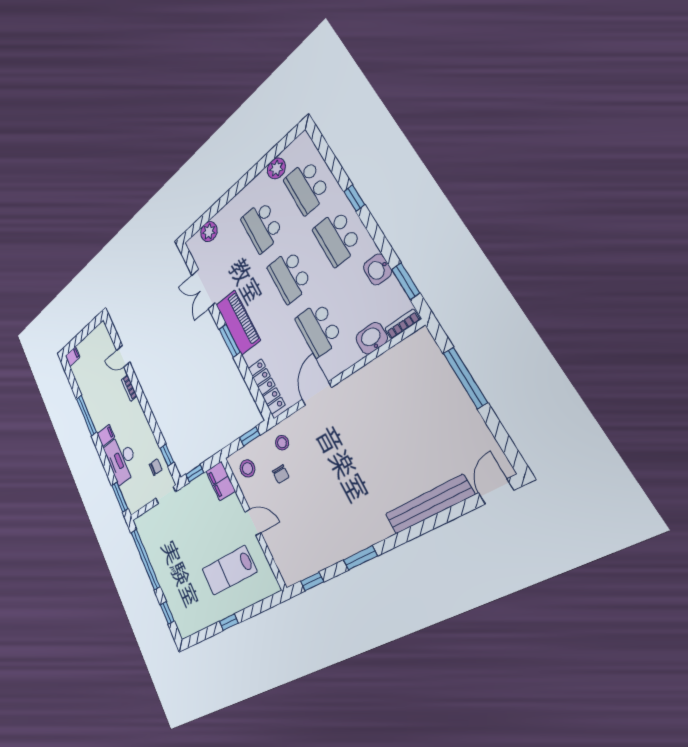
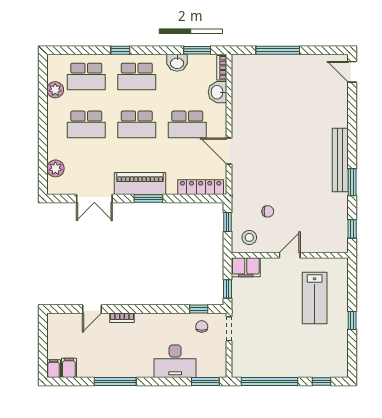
filing cabinet: (106, 435) -> (69, 368), moved
stool: (282, 443) -> (247, 198), removed
bench: (429, 505) -> (340, 160), moved

